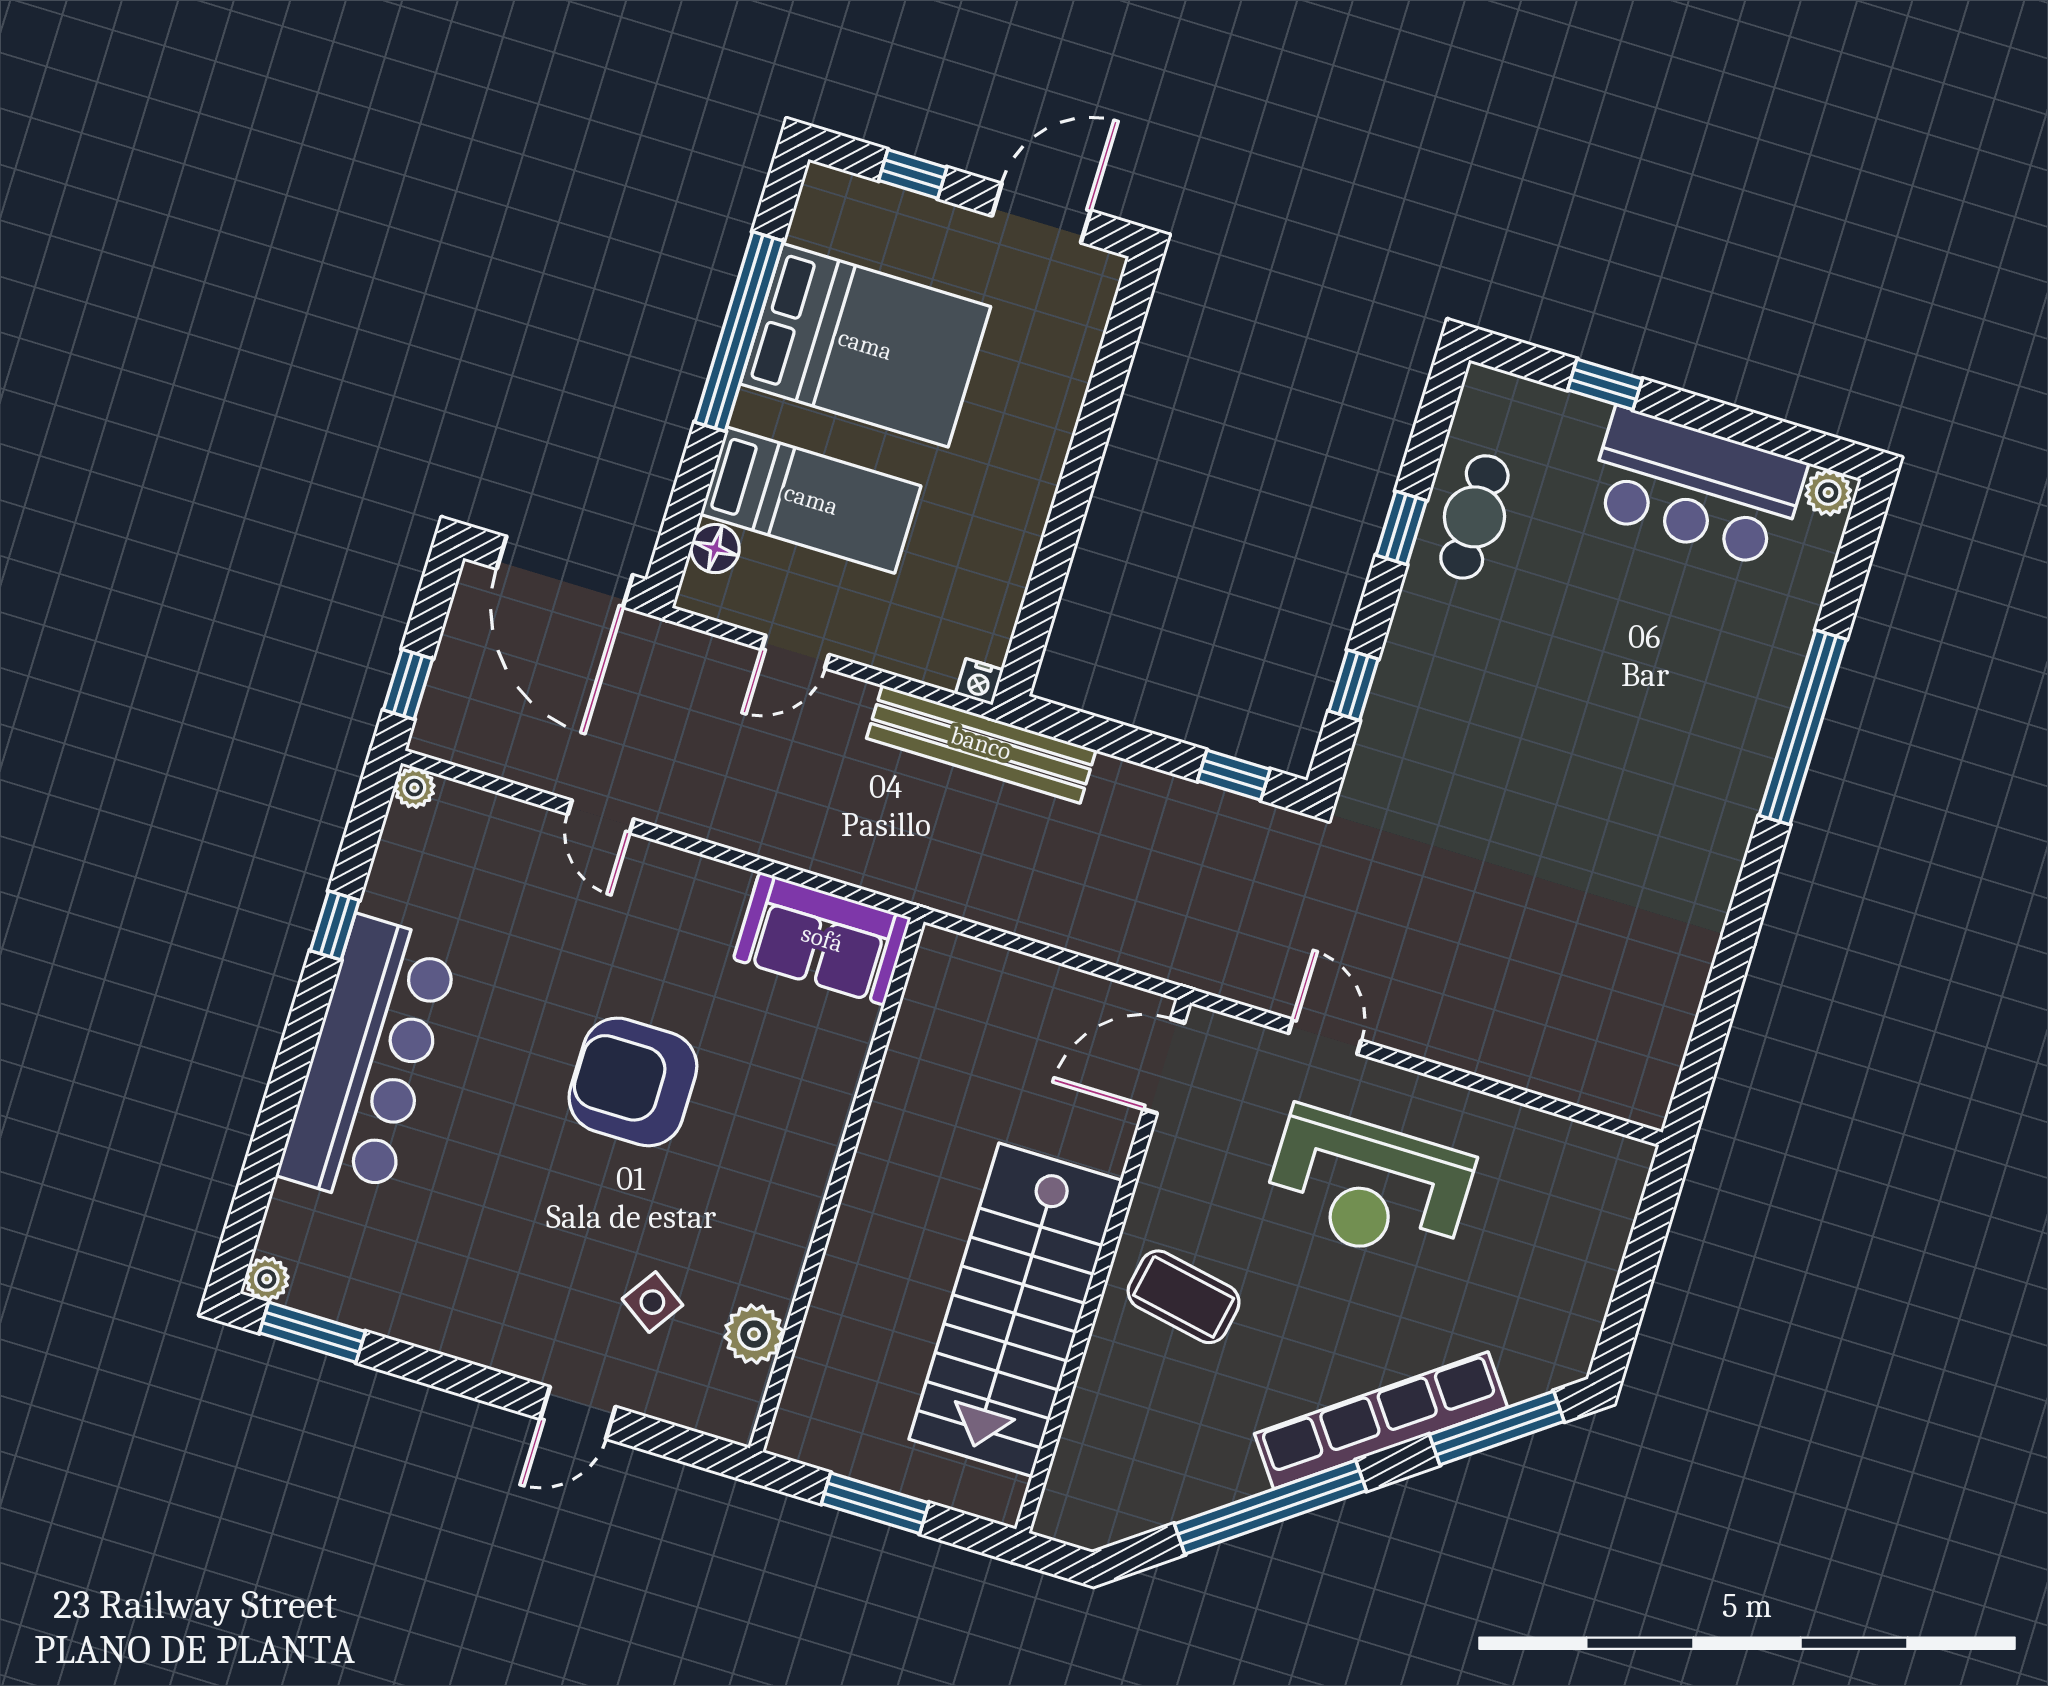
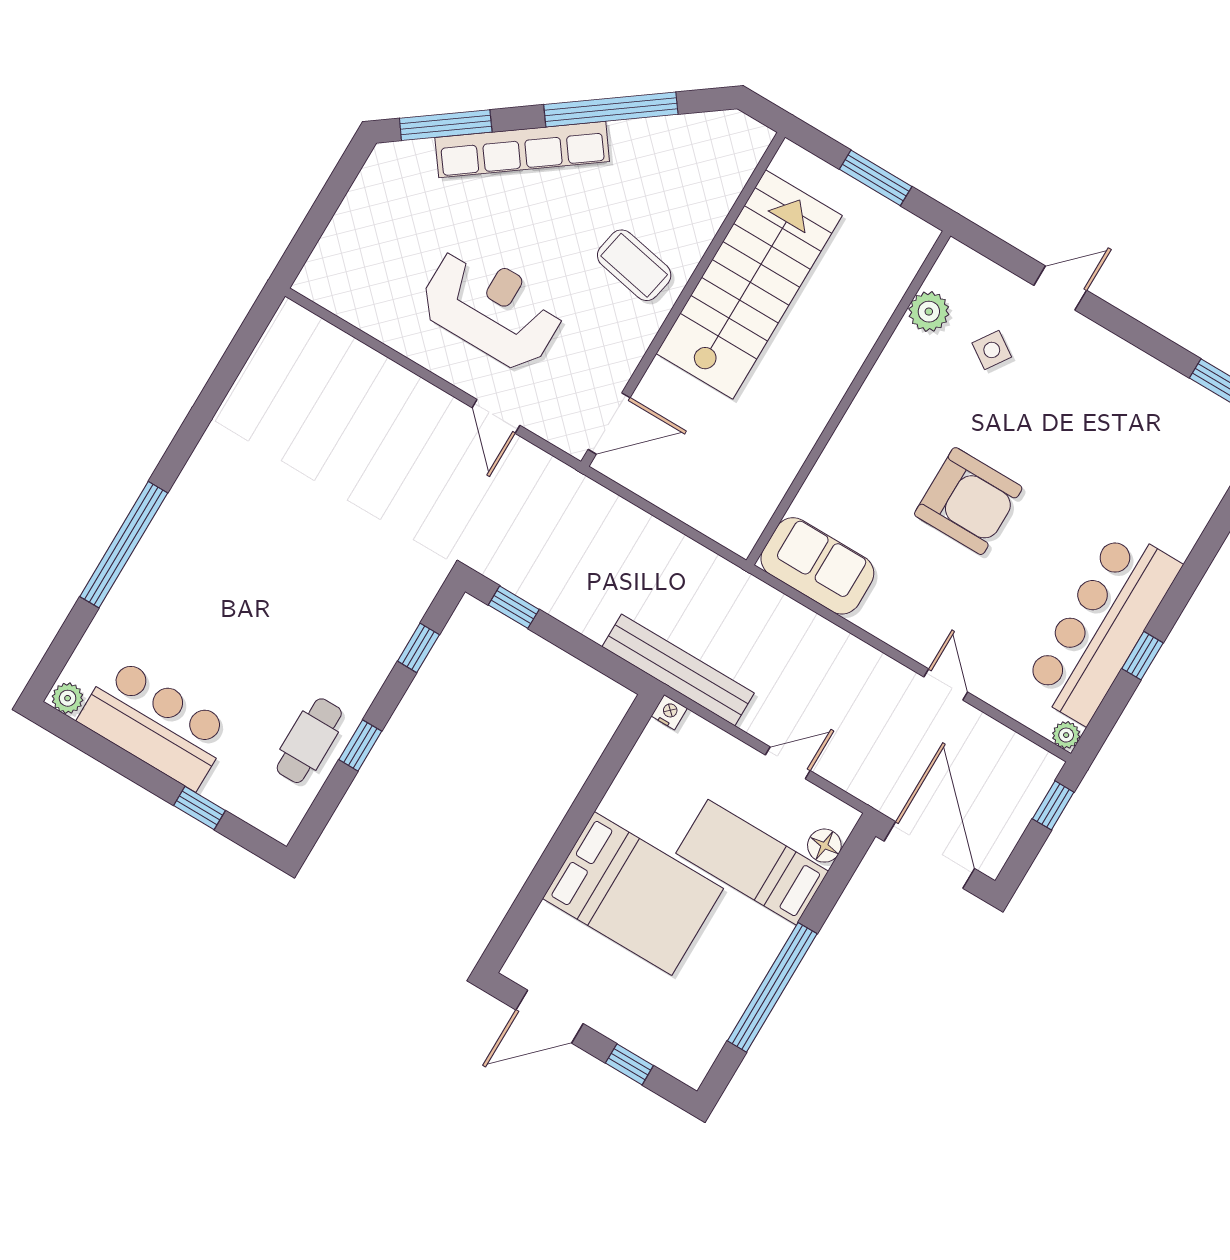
bed: (865, 345) -> (633, 893), moved, turned 180
bar counter: (369, 1061) -> (1102, 626), moved

